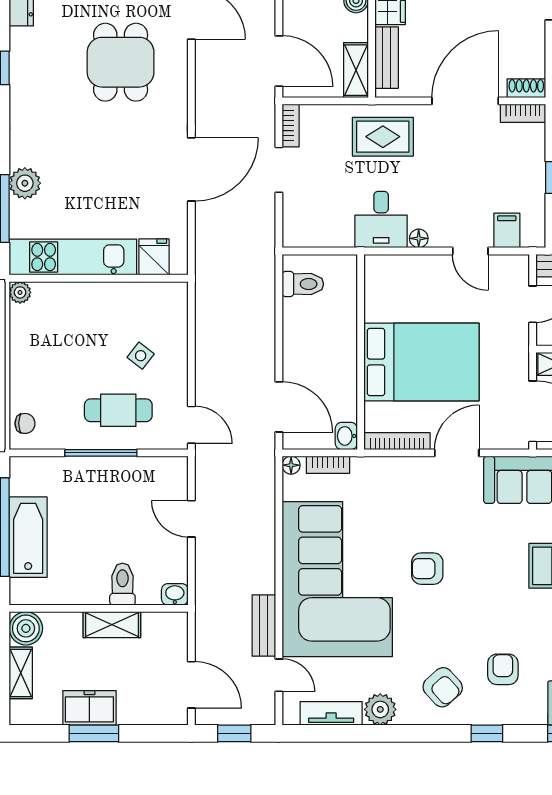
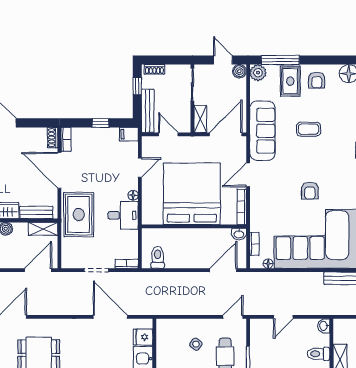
bookcase: (291, 126) -> (127, 264), moved
rug: (383, 137) -> (79, 214), width x1.36, depth x1.43
door: (191, 169) -> (110, 317), moved
filing cabinet: (507, 230) -> (129, 134), moved
bed: (421, 362) -> (192, 194), width x1.36
door: (457, 453) -> (248, 175), hinge flipped
floor lamp: (291, 465) -> (268, 264), moved

